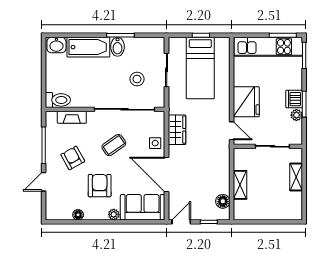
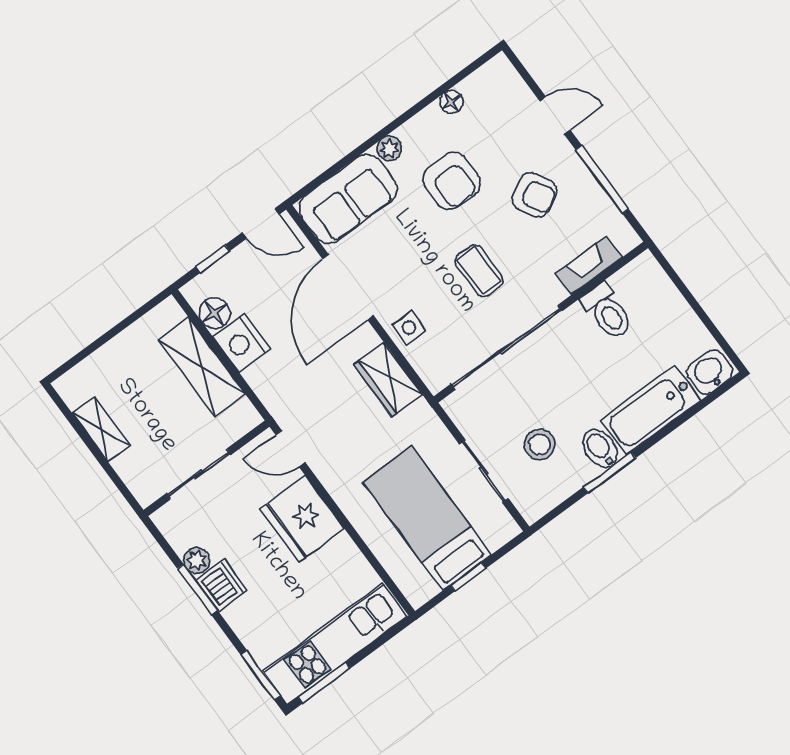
stool: (137, 79) -> (540, 444), moved
toilet: (58, 100) -> (607, 312), moved, turned -90
coffee table: (114, 145) -> (479, 271), turned -55
door: (167, 175) -> (348, 287), swing flipped
shelving: (296, 177) -> (101, 429), moved
door: (44, 182) -> (555, 115), hinge flipped
nightstand: (221, 183) -> (242, 343), added
shelving: (240, 185) -> (202, 367), width x1.50, depth x1.33
door: (181, 222) -> (261, 223), hinge flipped

